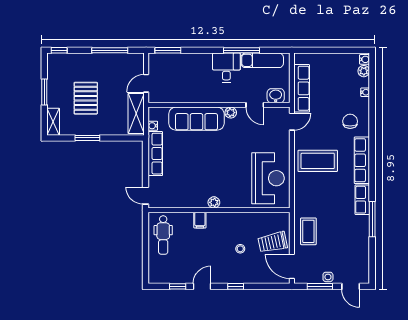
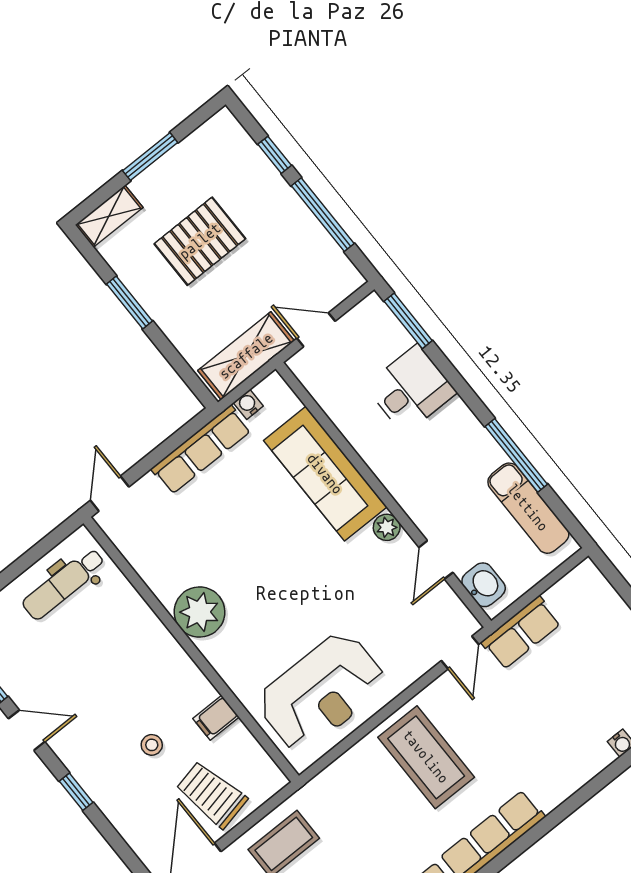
window: (59, 50) -> (275, 155), moved
desk: (226, 68) -> (411, 389), moved
row of seats: (302, 88) -> (521, 633), width x0.68
chair: (350, 121) -> (546, 758), removed
door: (292, 122) -> (460, 653), hinge flipped
plant: (214, 202) -> (200, 612), width x1.88, depth x1.88
filing cabinet: (200, 220) -> (216, 718), moved

